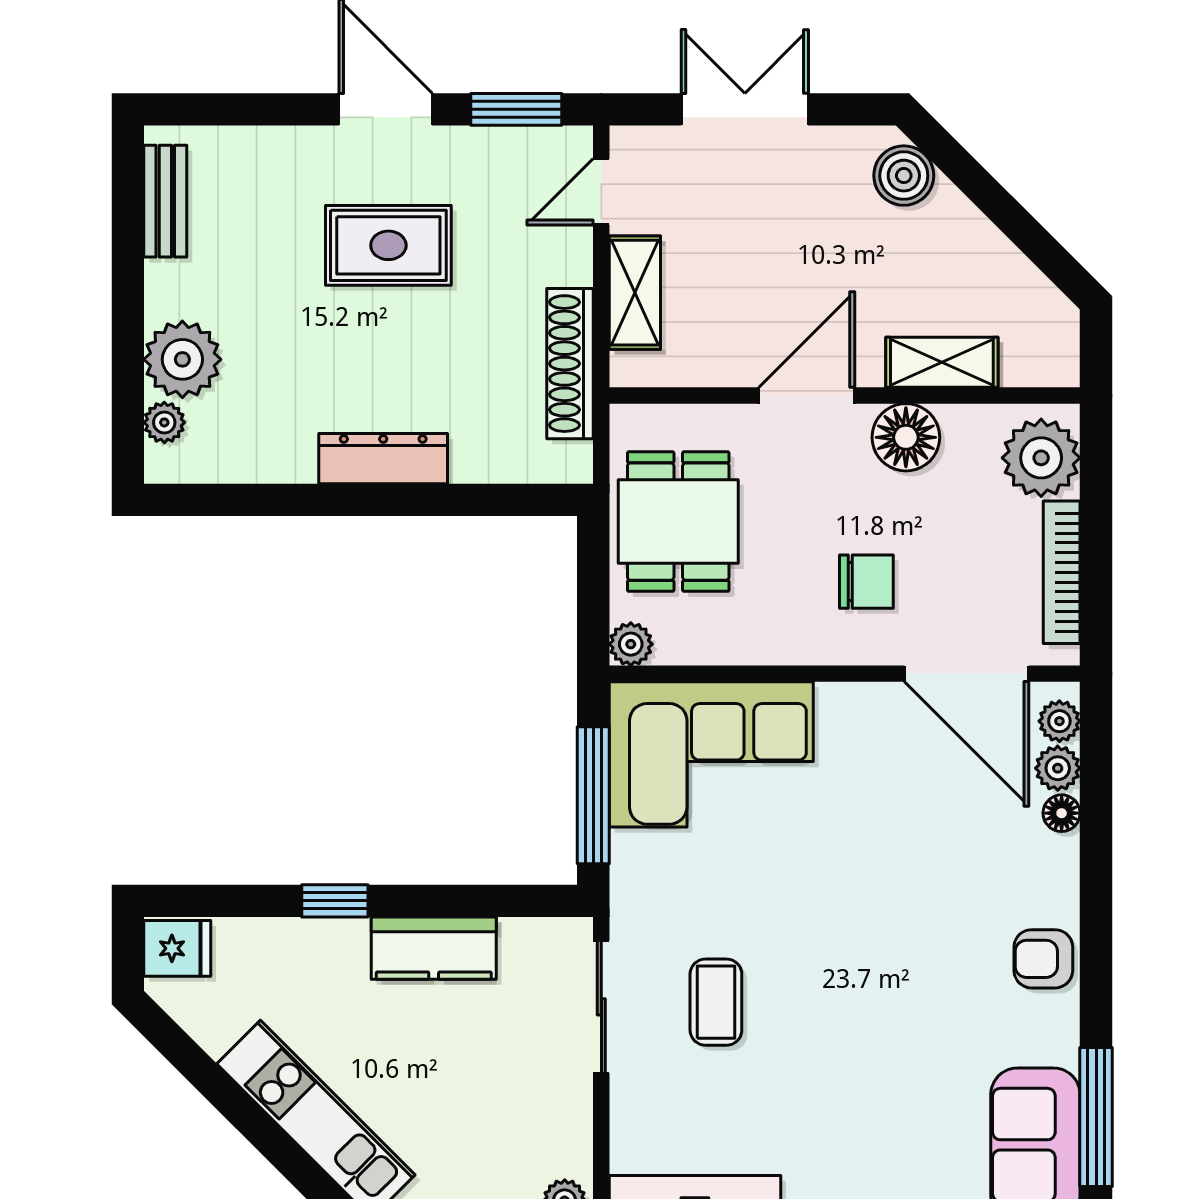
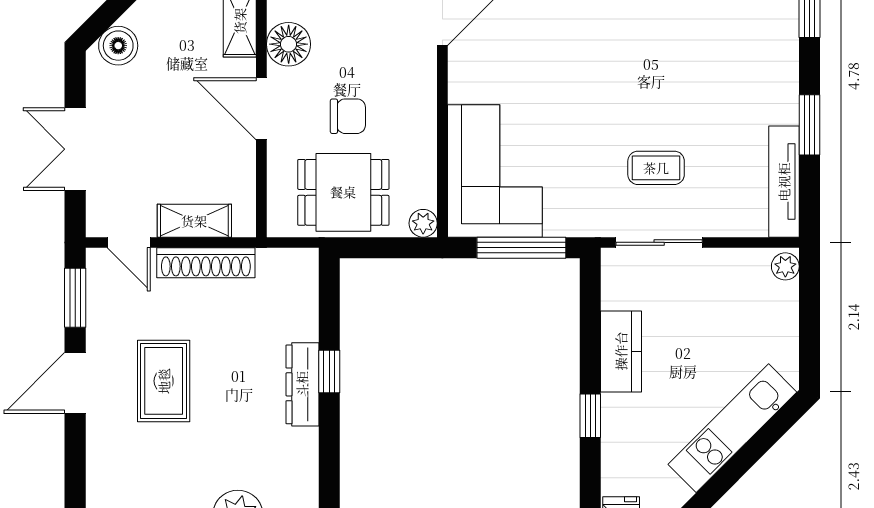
shoe rack: (570, 364) -> (206, 263), moved
window: (403, 500) -> (329, 371), added
chair: (866, 582) -> (348, 116), moved, turned 90

